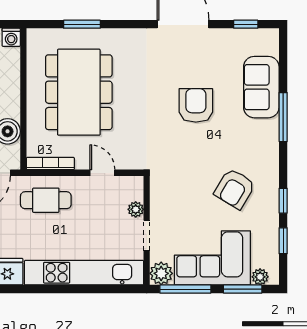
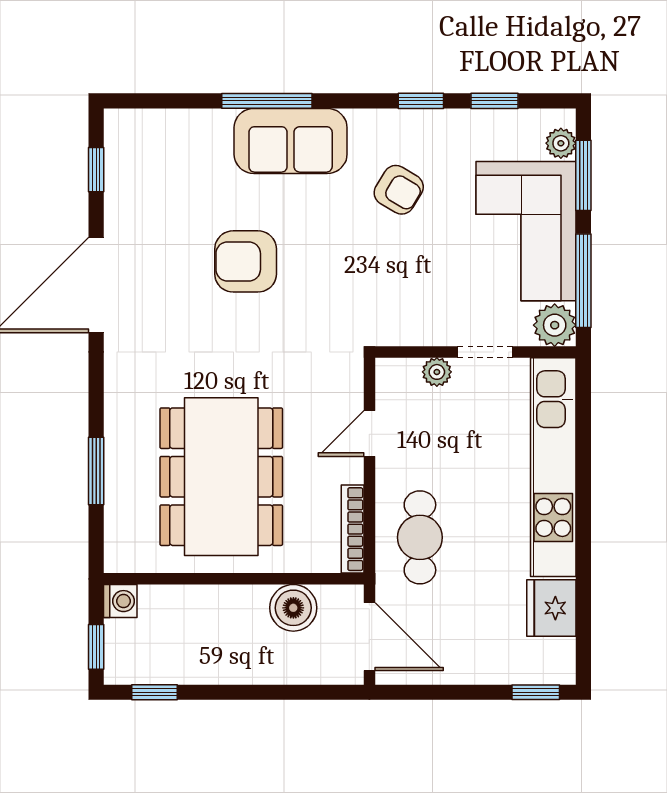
sofa: (261, 87) -> (291, 141), moved
dining table: (79, 92) -> (221, 477), turned 90
armchair: (235, 189) -> (399, 190), width x0.72, depth x0.72

